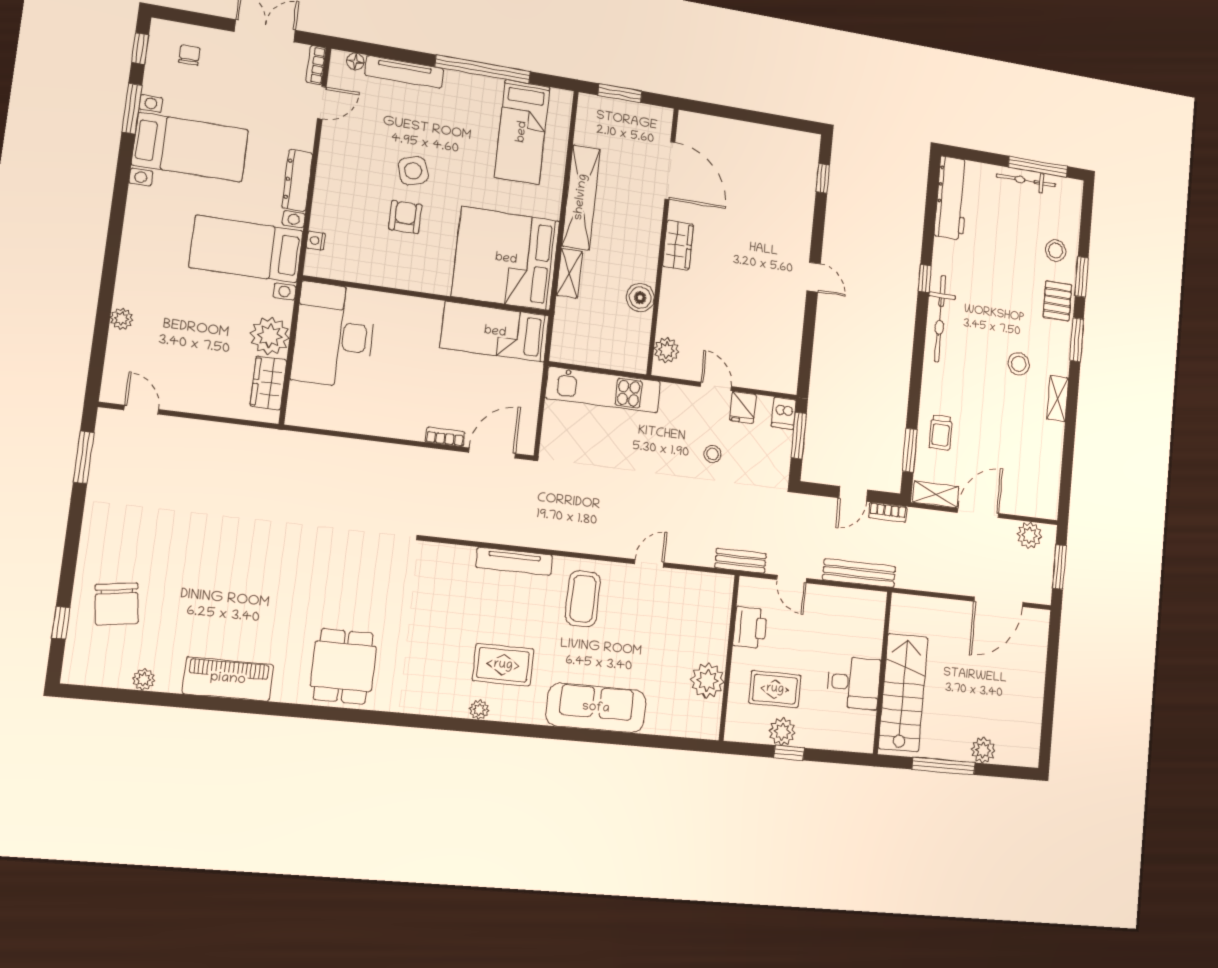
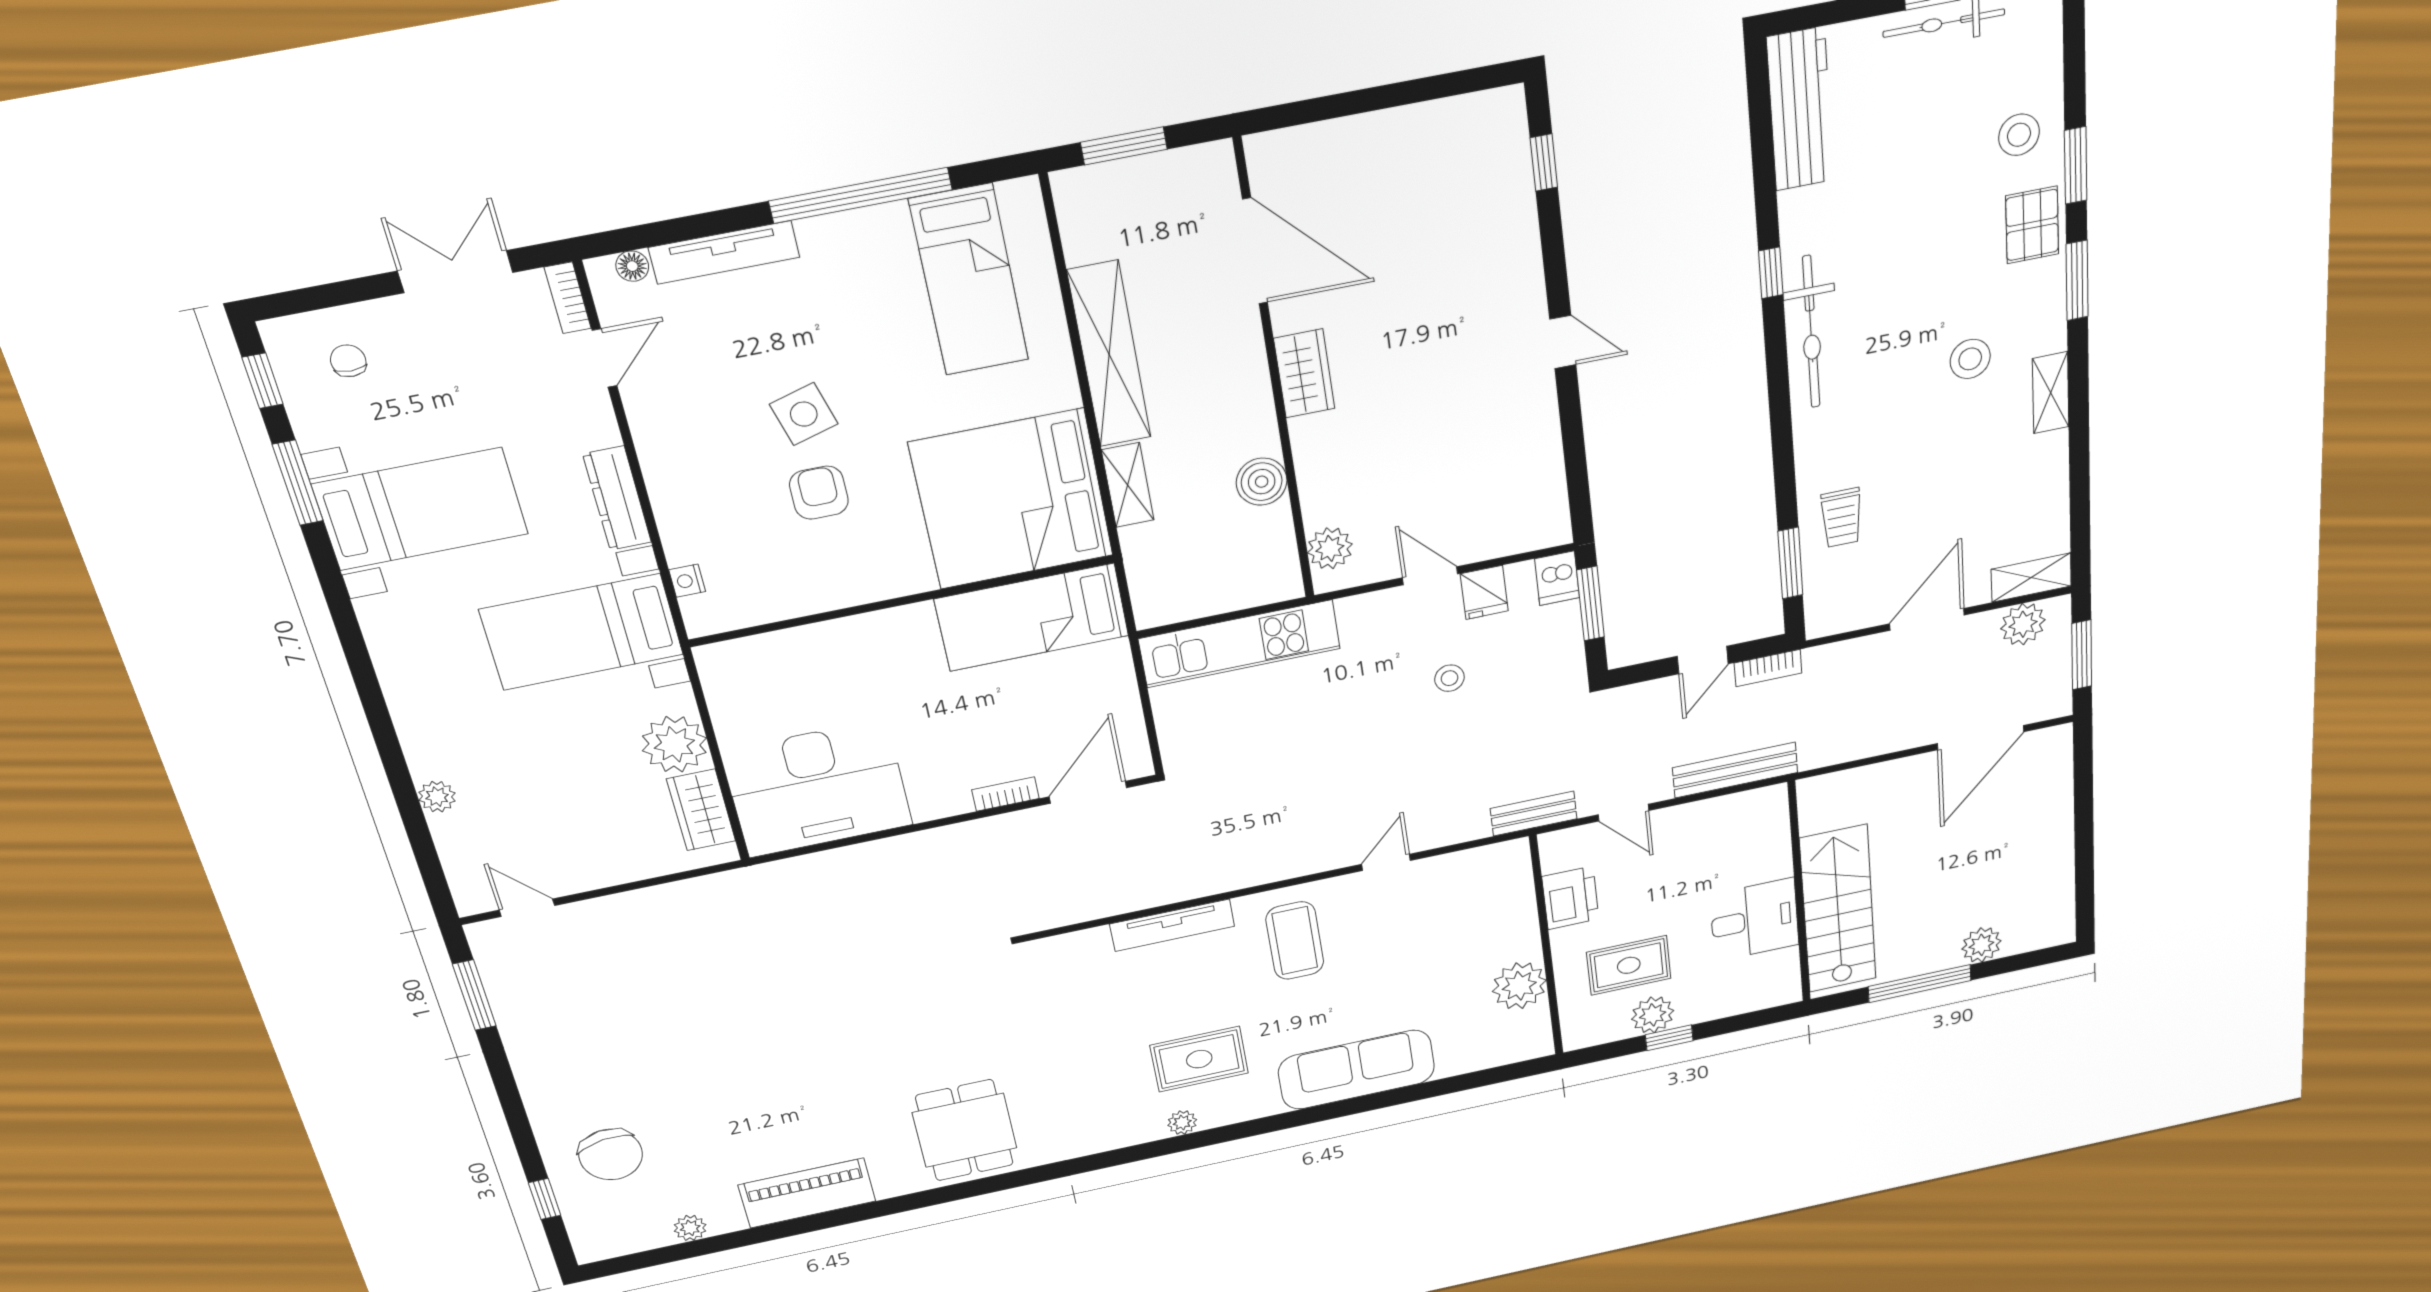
desk: (334, 335) -> (817, 788), moved, turned -90
shelving: (936, 494) -> (2031, 578), moved

